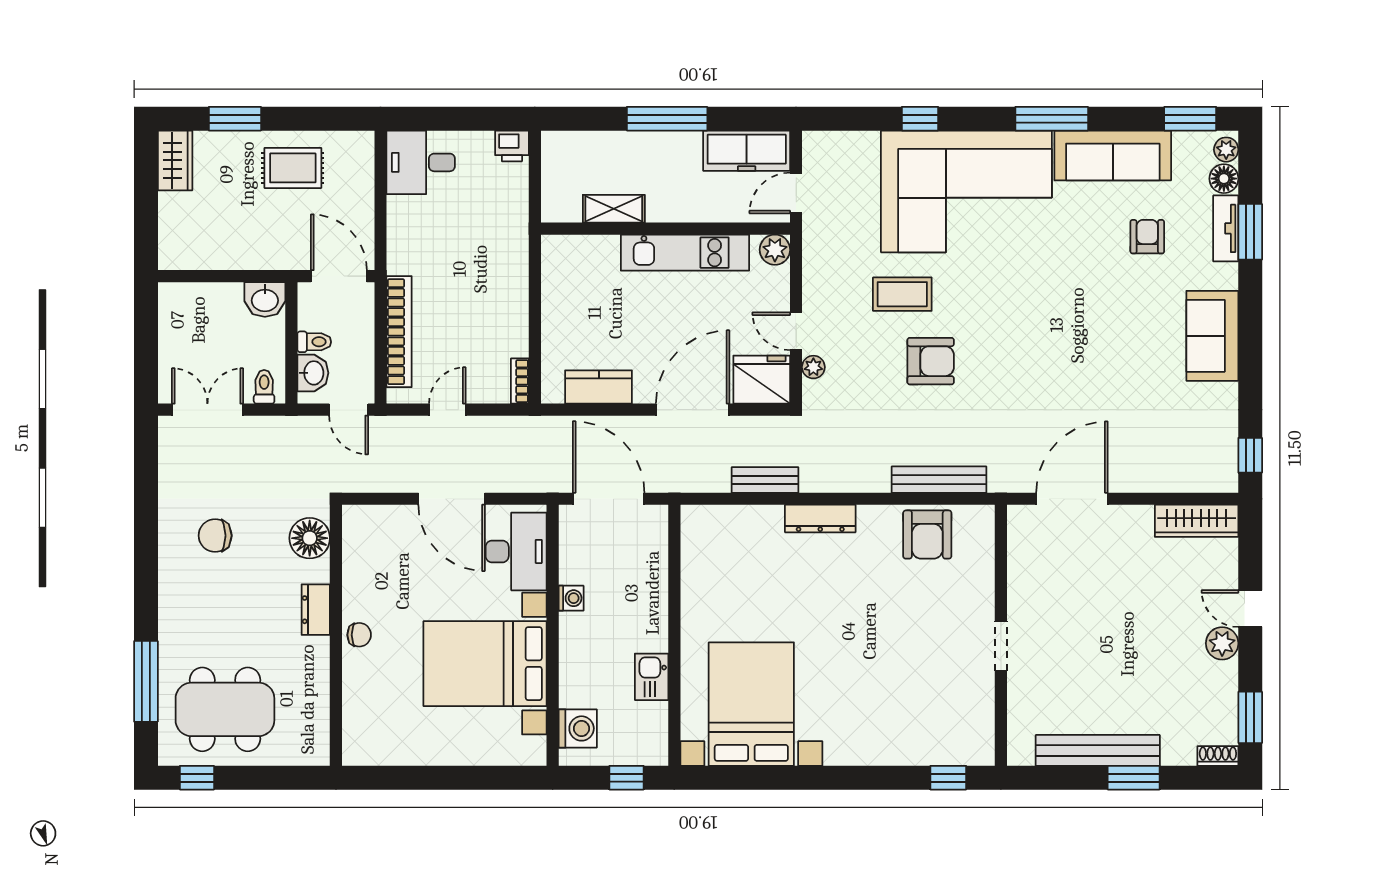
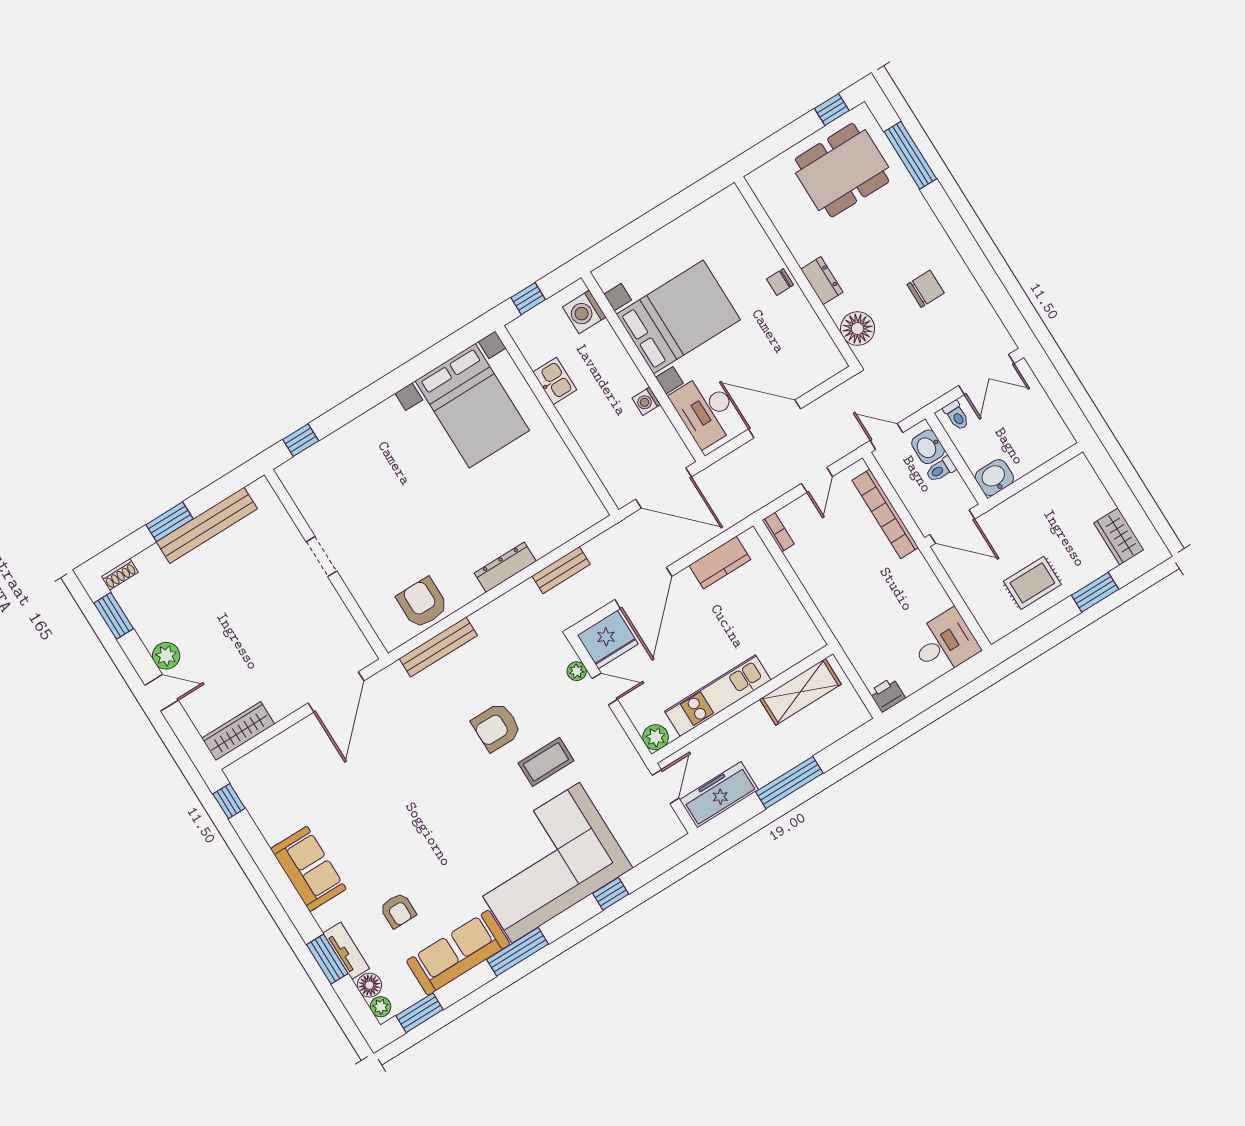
shelving: (614, 209) -> (801, 692), width x1.50, depth x1.33

